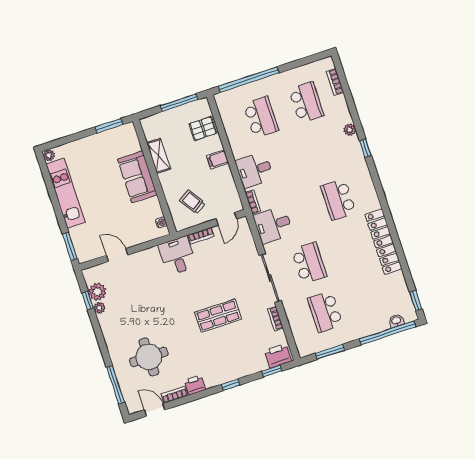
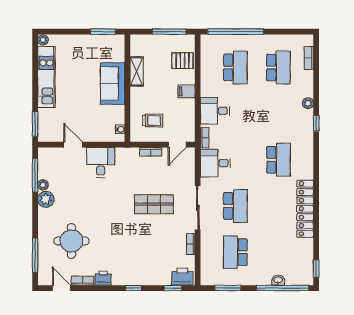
school desk: (338, 199) -> (278, 160), turned 180
trolley: (192, 202) -> (153, 120), turned 124
desk: (177, 256) -> (101, 162), moved
plant: (97, 292) -> (46, 199), moved
window: (88, 301) -> (35, 175), width x2.17
shop shelf: (218, 316) -> (154, 204), moved
washbasin: (396, 321) -> (278, 280), moved

